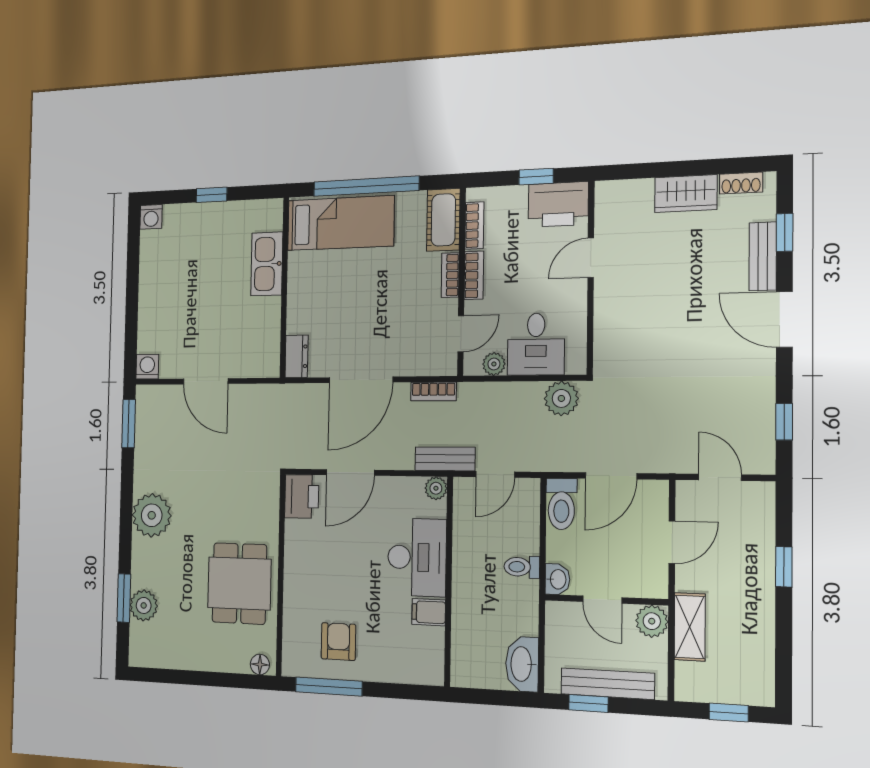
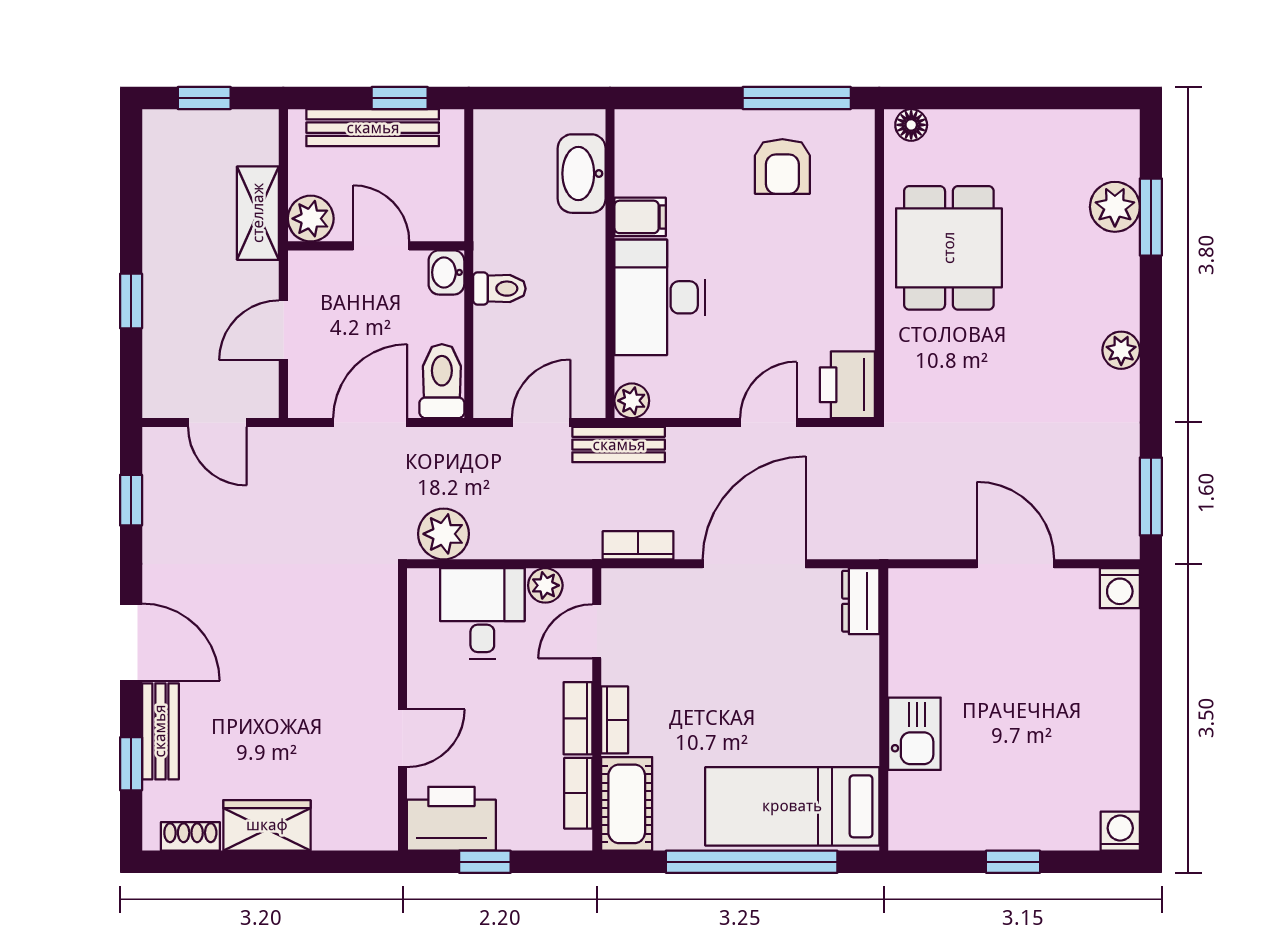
kitchen sink: (267, 264) -> (914, 734), width x0.73
door: (350, 473) -> (768, 422), width x0.73
plant: (152, 515) -> (1121, 350), width x0.53, depth x0.53
washbasin: (522, 664) -> (582, 174), moved, turned 180

